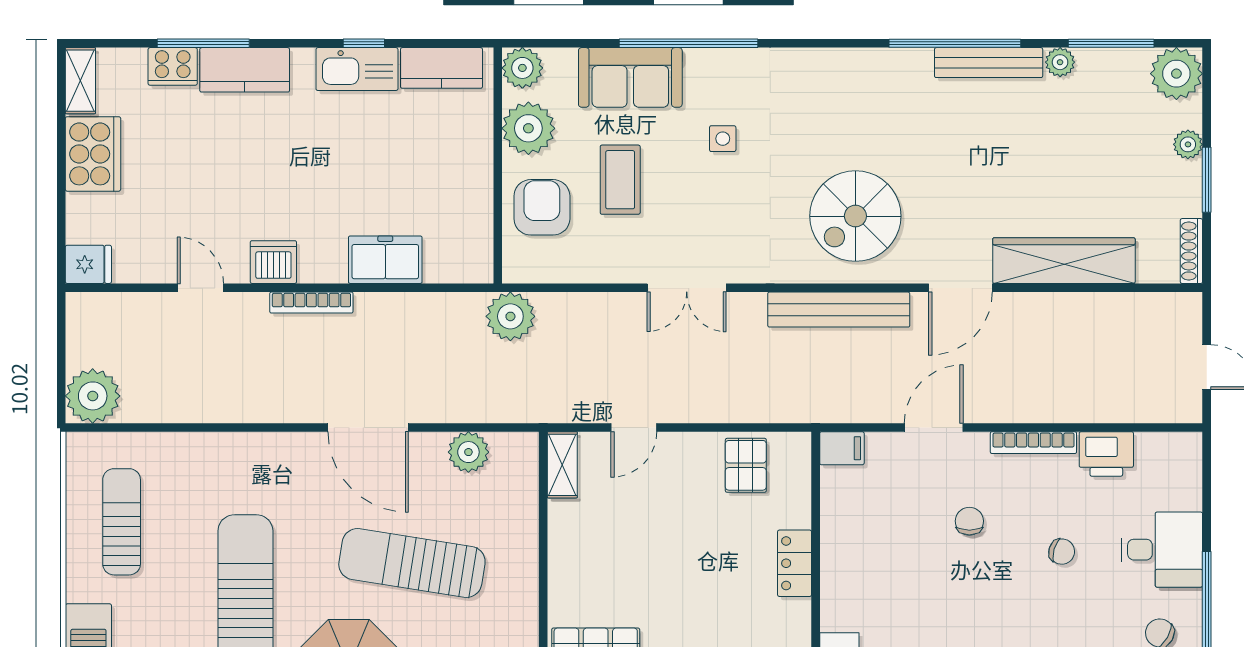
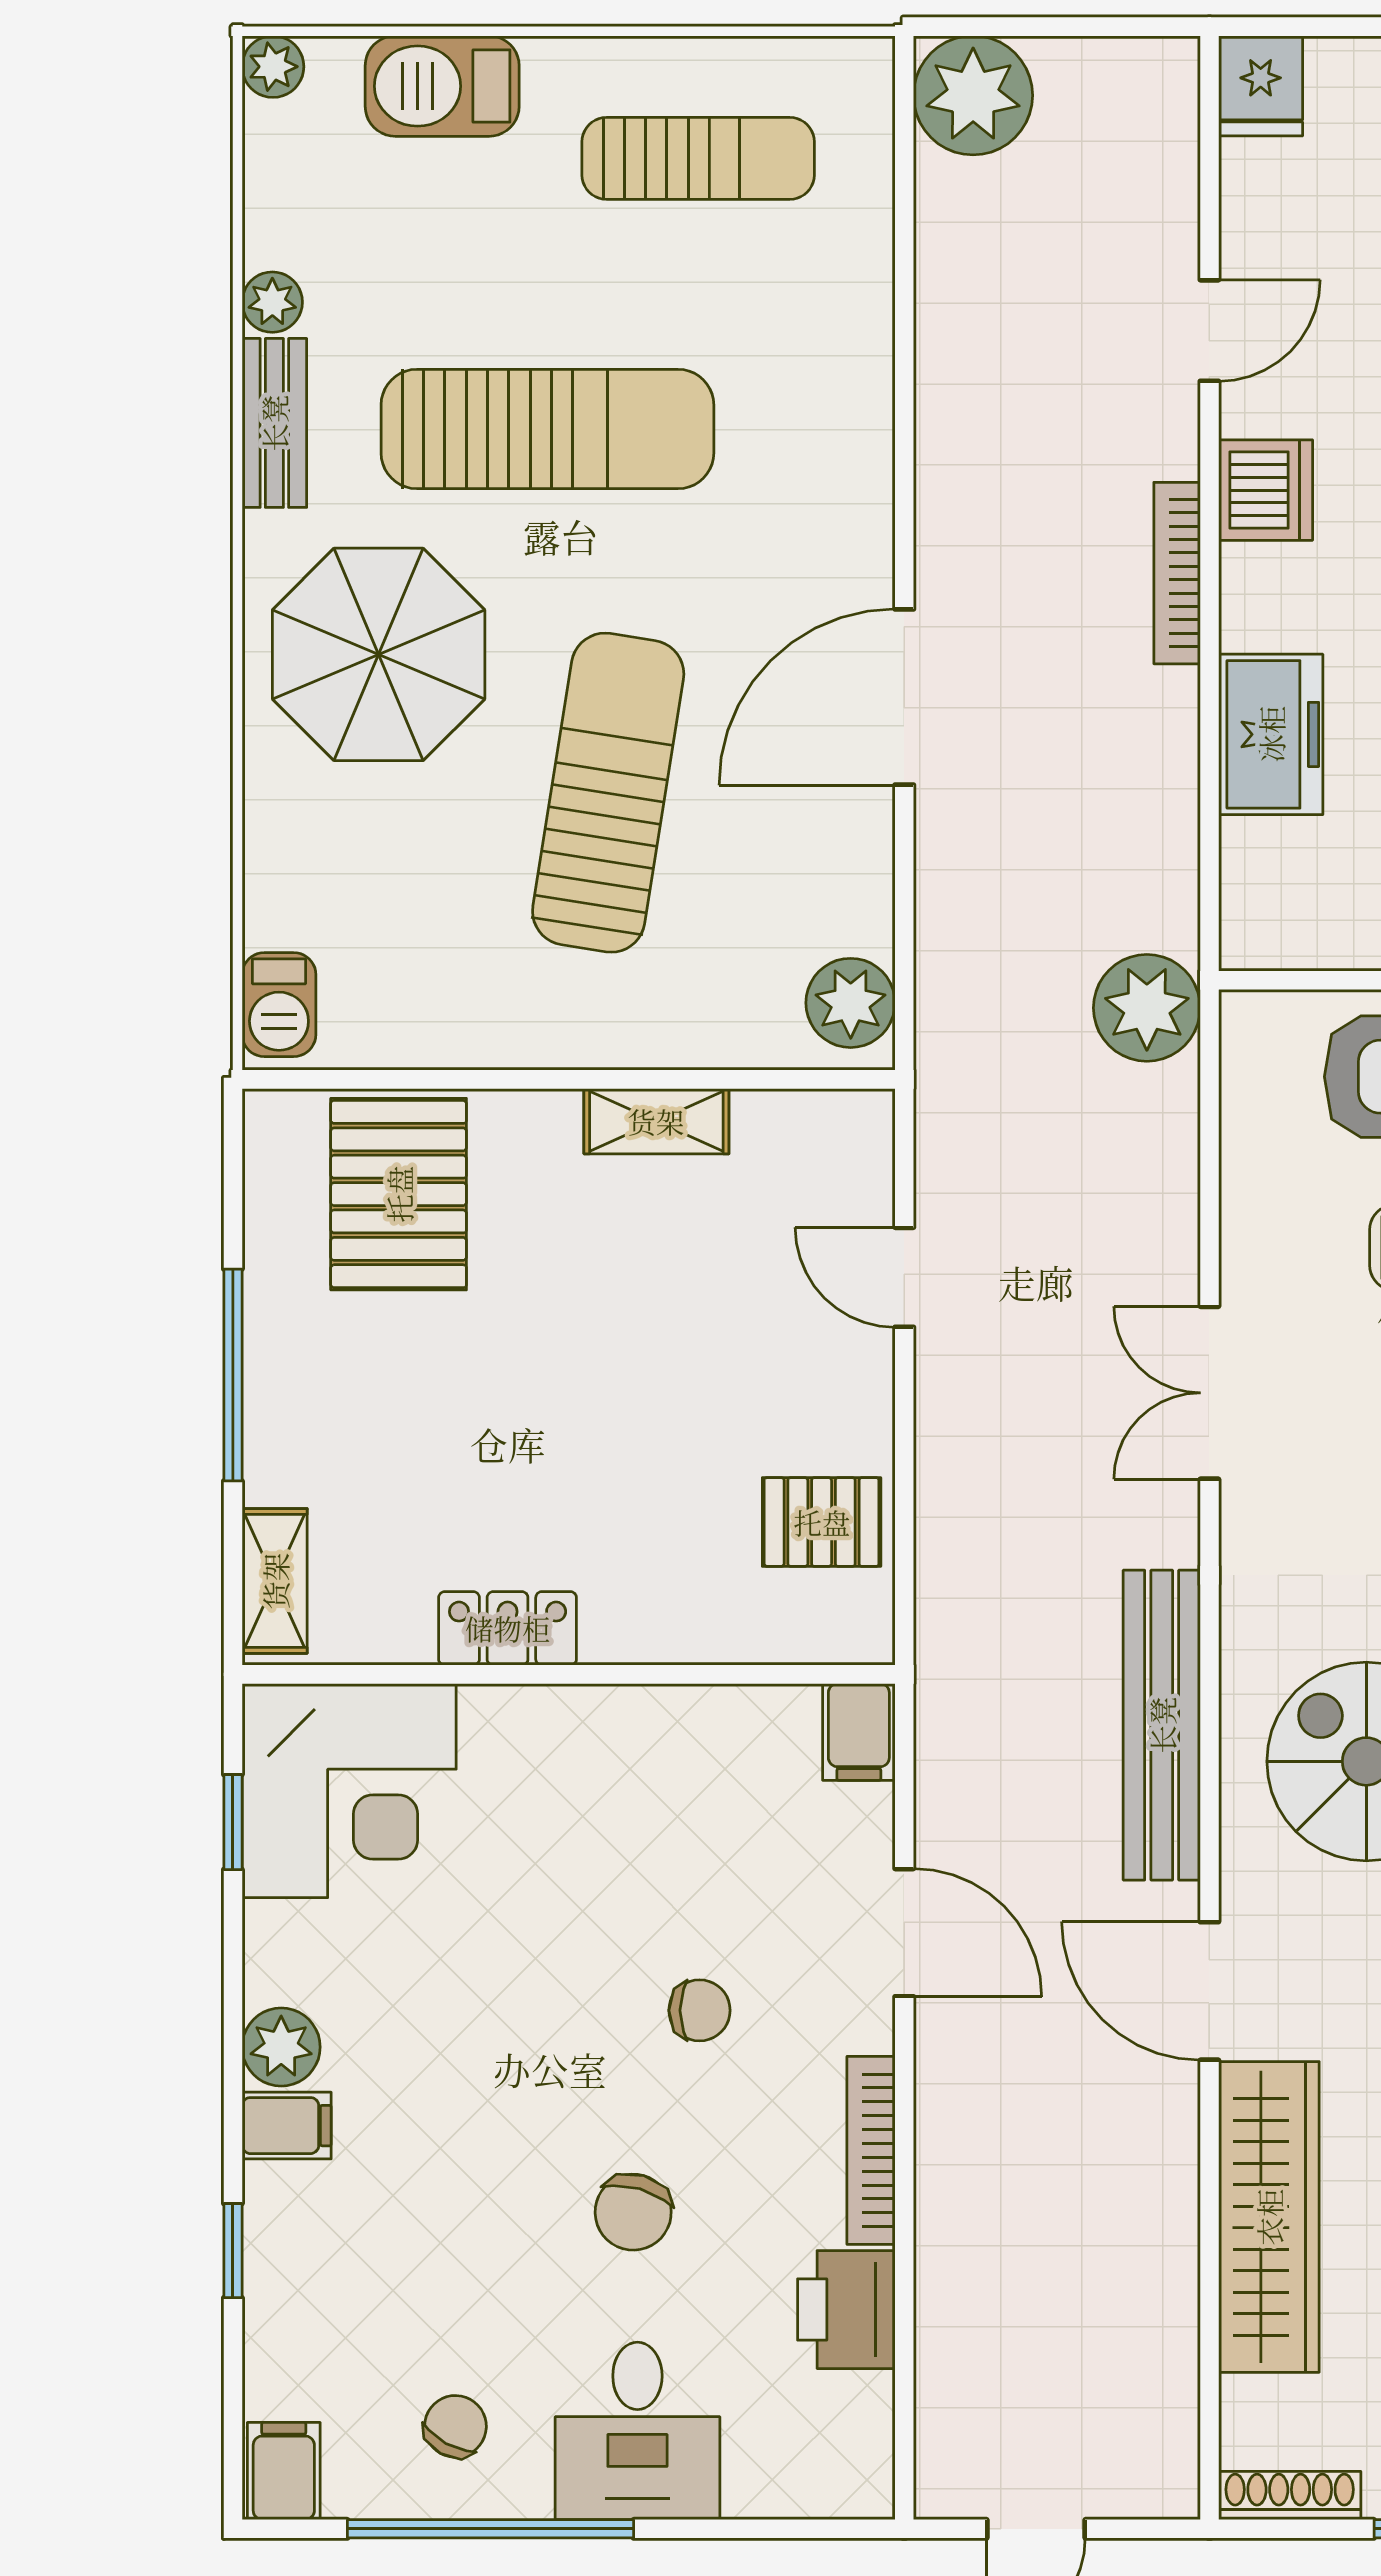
plant: (468, 452) -> (851, 1003), moved
shelving: (562, 465) -> (656, 1121), moved
chair: (1062, 552) -> (633, 2212), width x1.37, depth x1.37
locker: (795, 563) -> (508, 1628), moved

